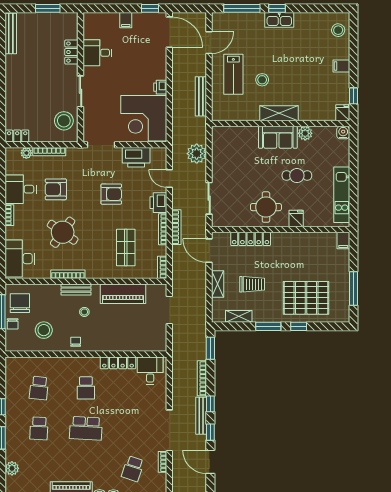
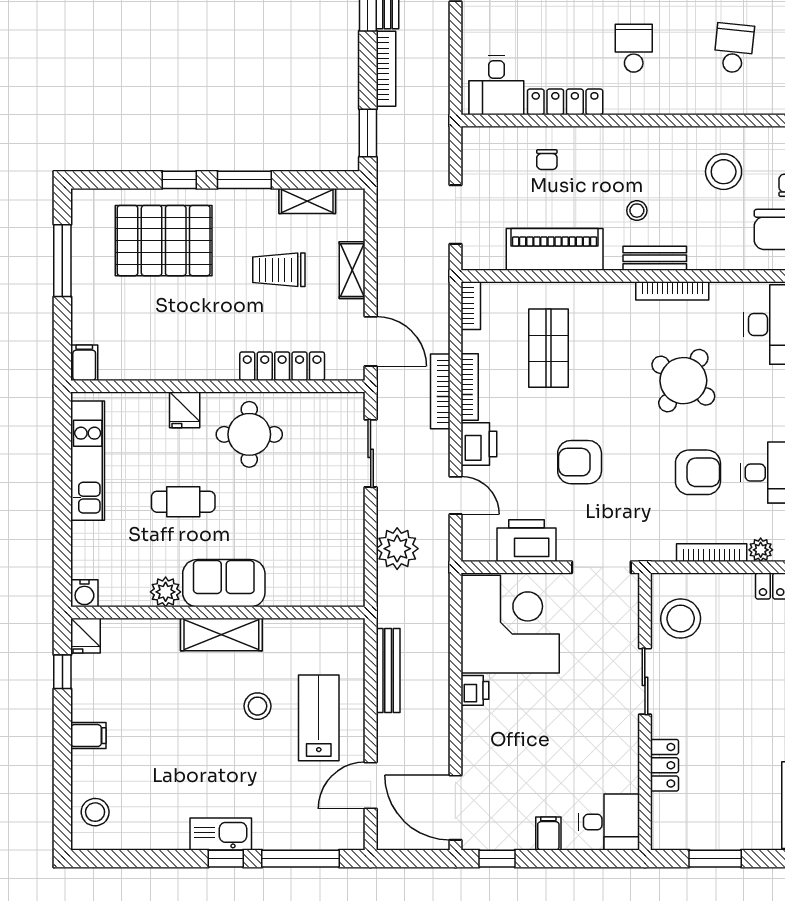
desk: (97, 53) -> (609, 822), moved
chair: (76, 342) -> (547, 160), moved

